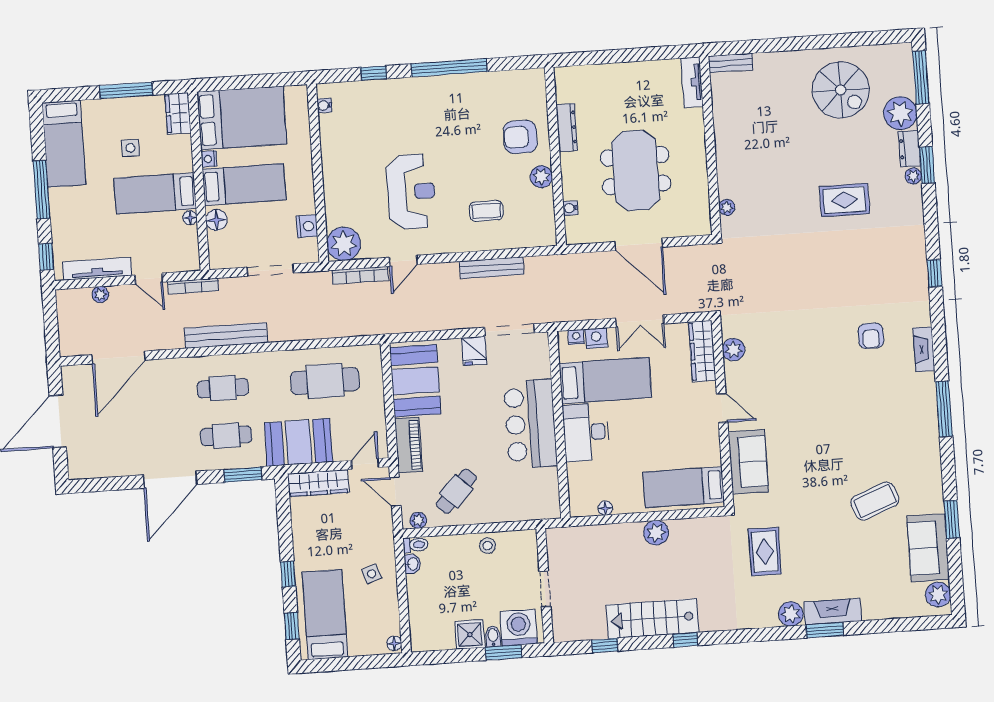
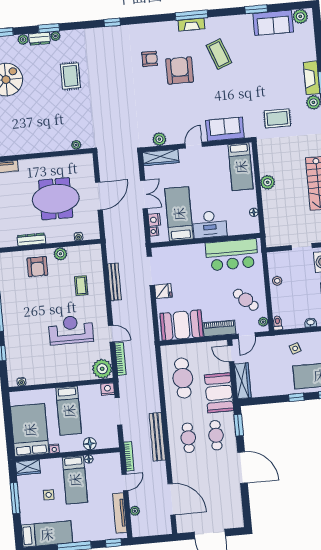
plant: (900, 113) -> (23, 39), width x0.53, depth x0.53
bed: (244, 185) -> (69, 411), moved, turned 180
nightstand: (307, 226) -> (108, 389), moved
fireplace: (924, 349) -> (191, 24), moved
armchair: (850, 387) -> (180, 70), added
bar counter: (531, 424) -> (232, 255), moved
coffee table: (875, 501) -> (219, 54), moved
washbasin: (413, 564) -> (311, 323), moved

